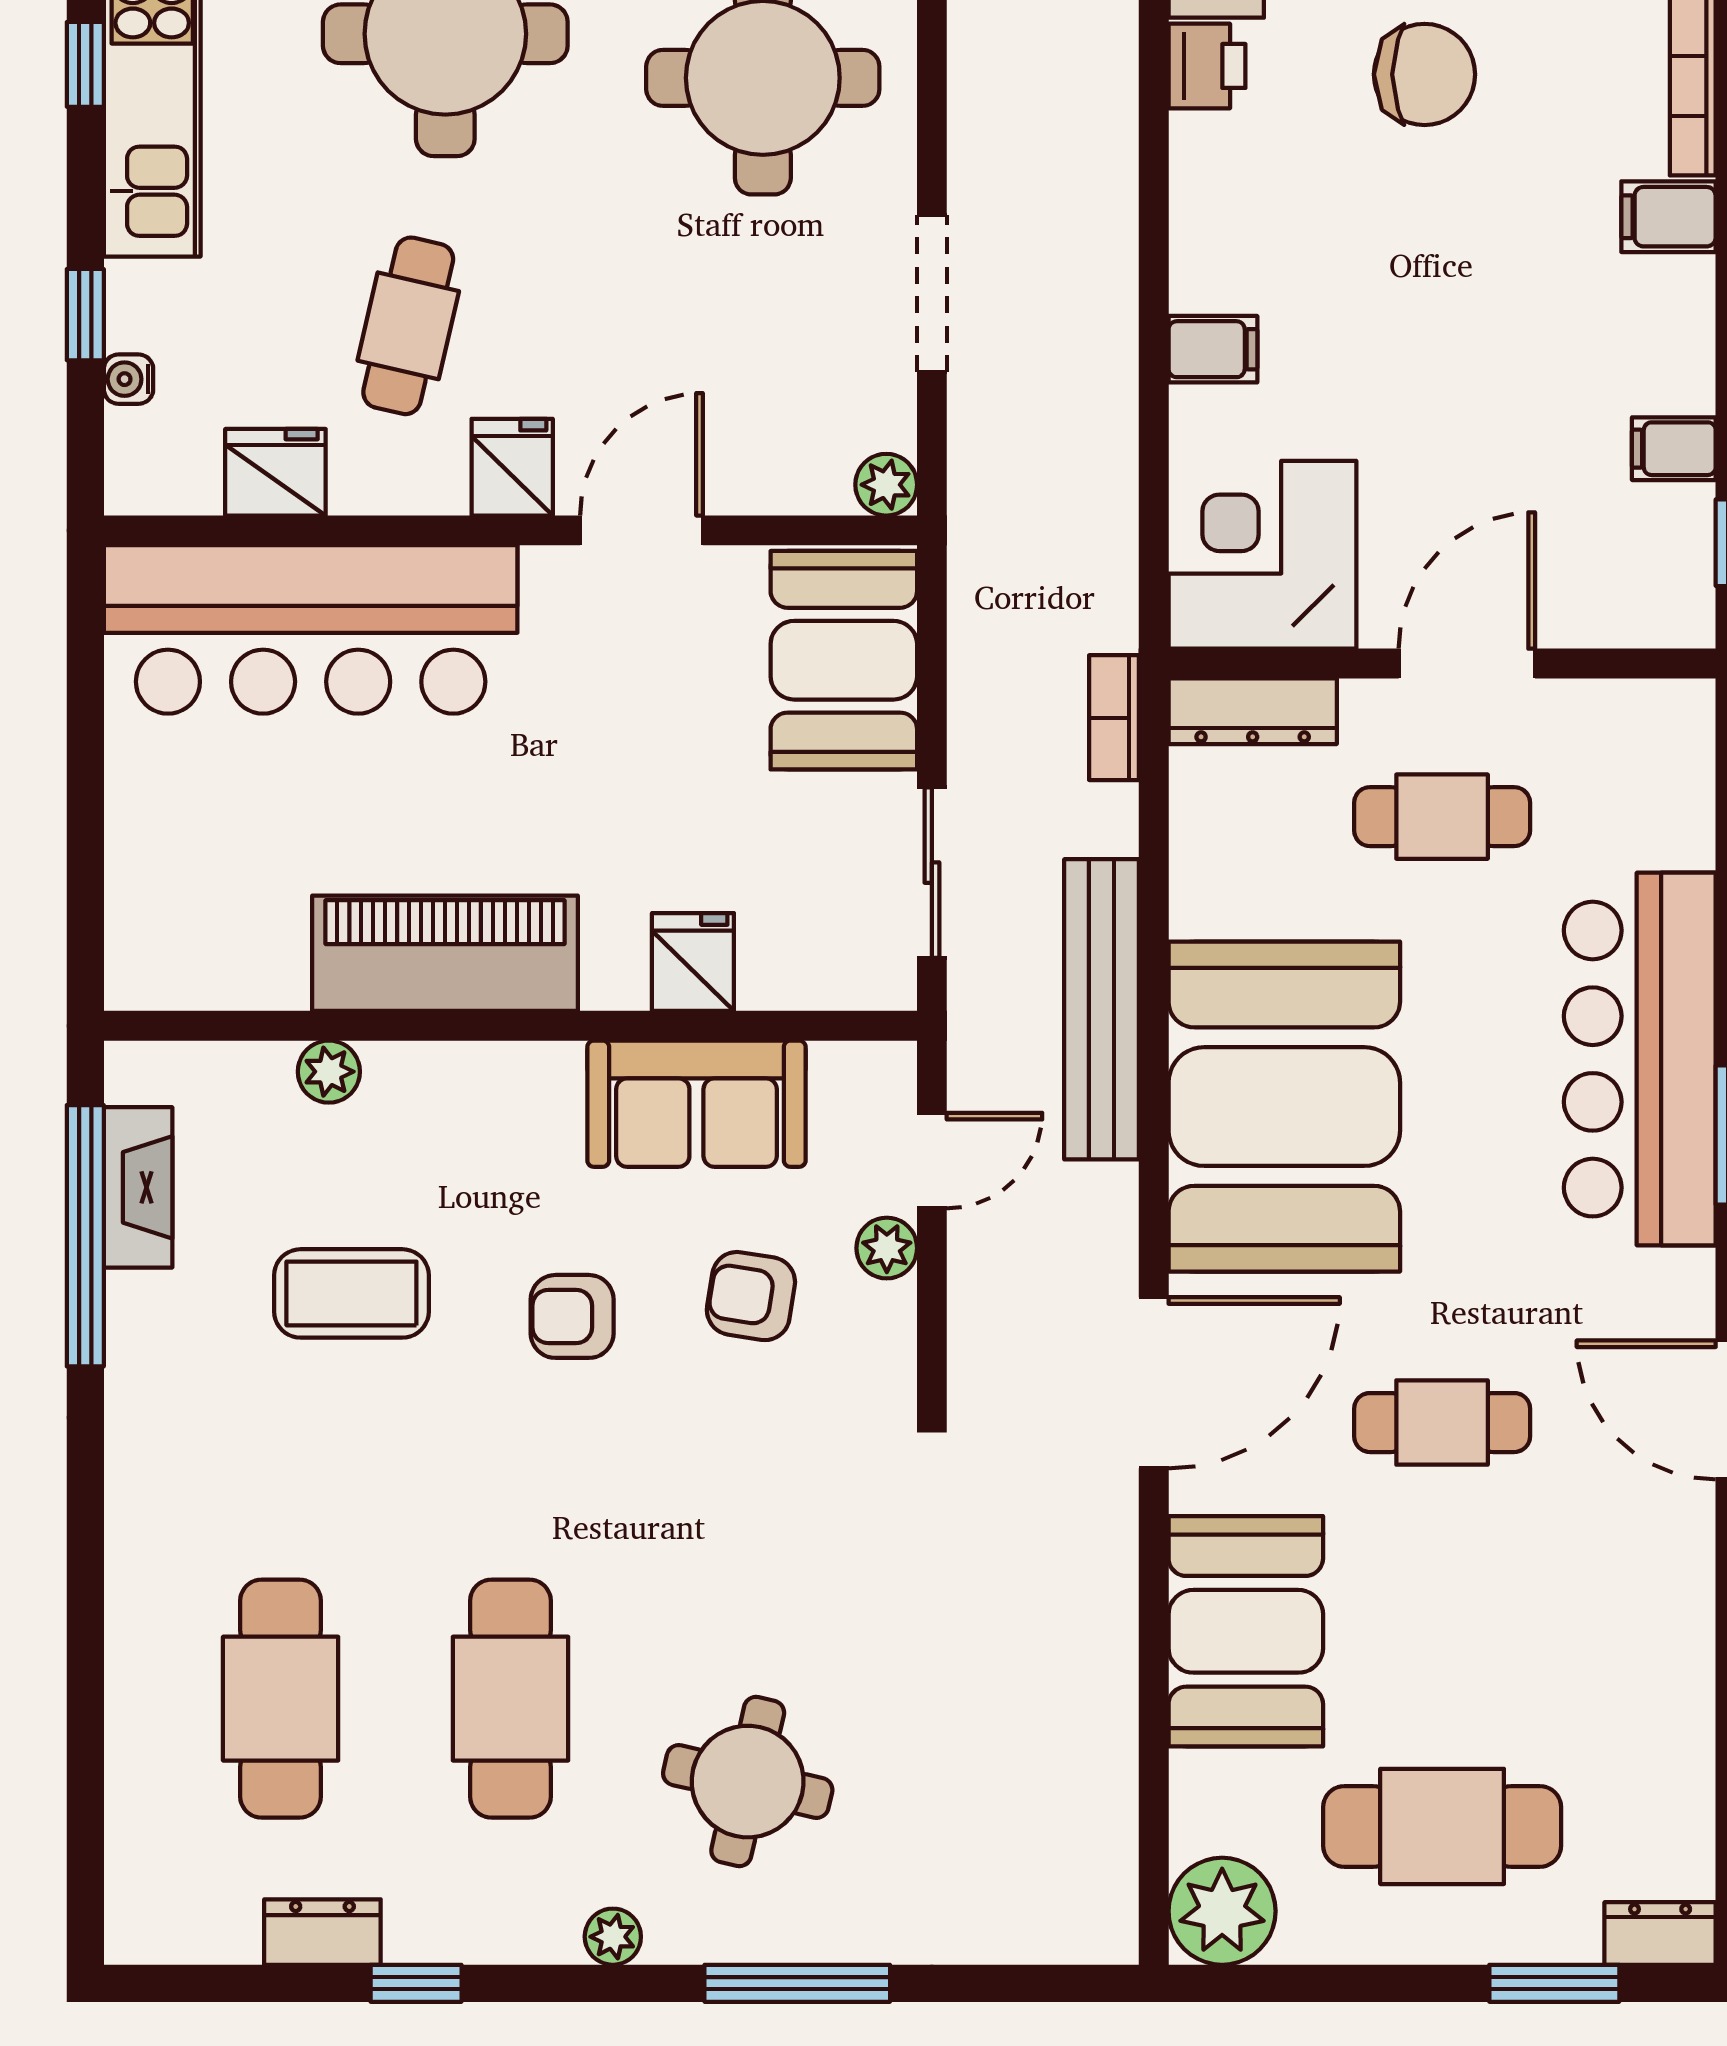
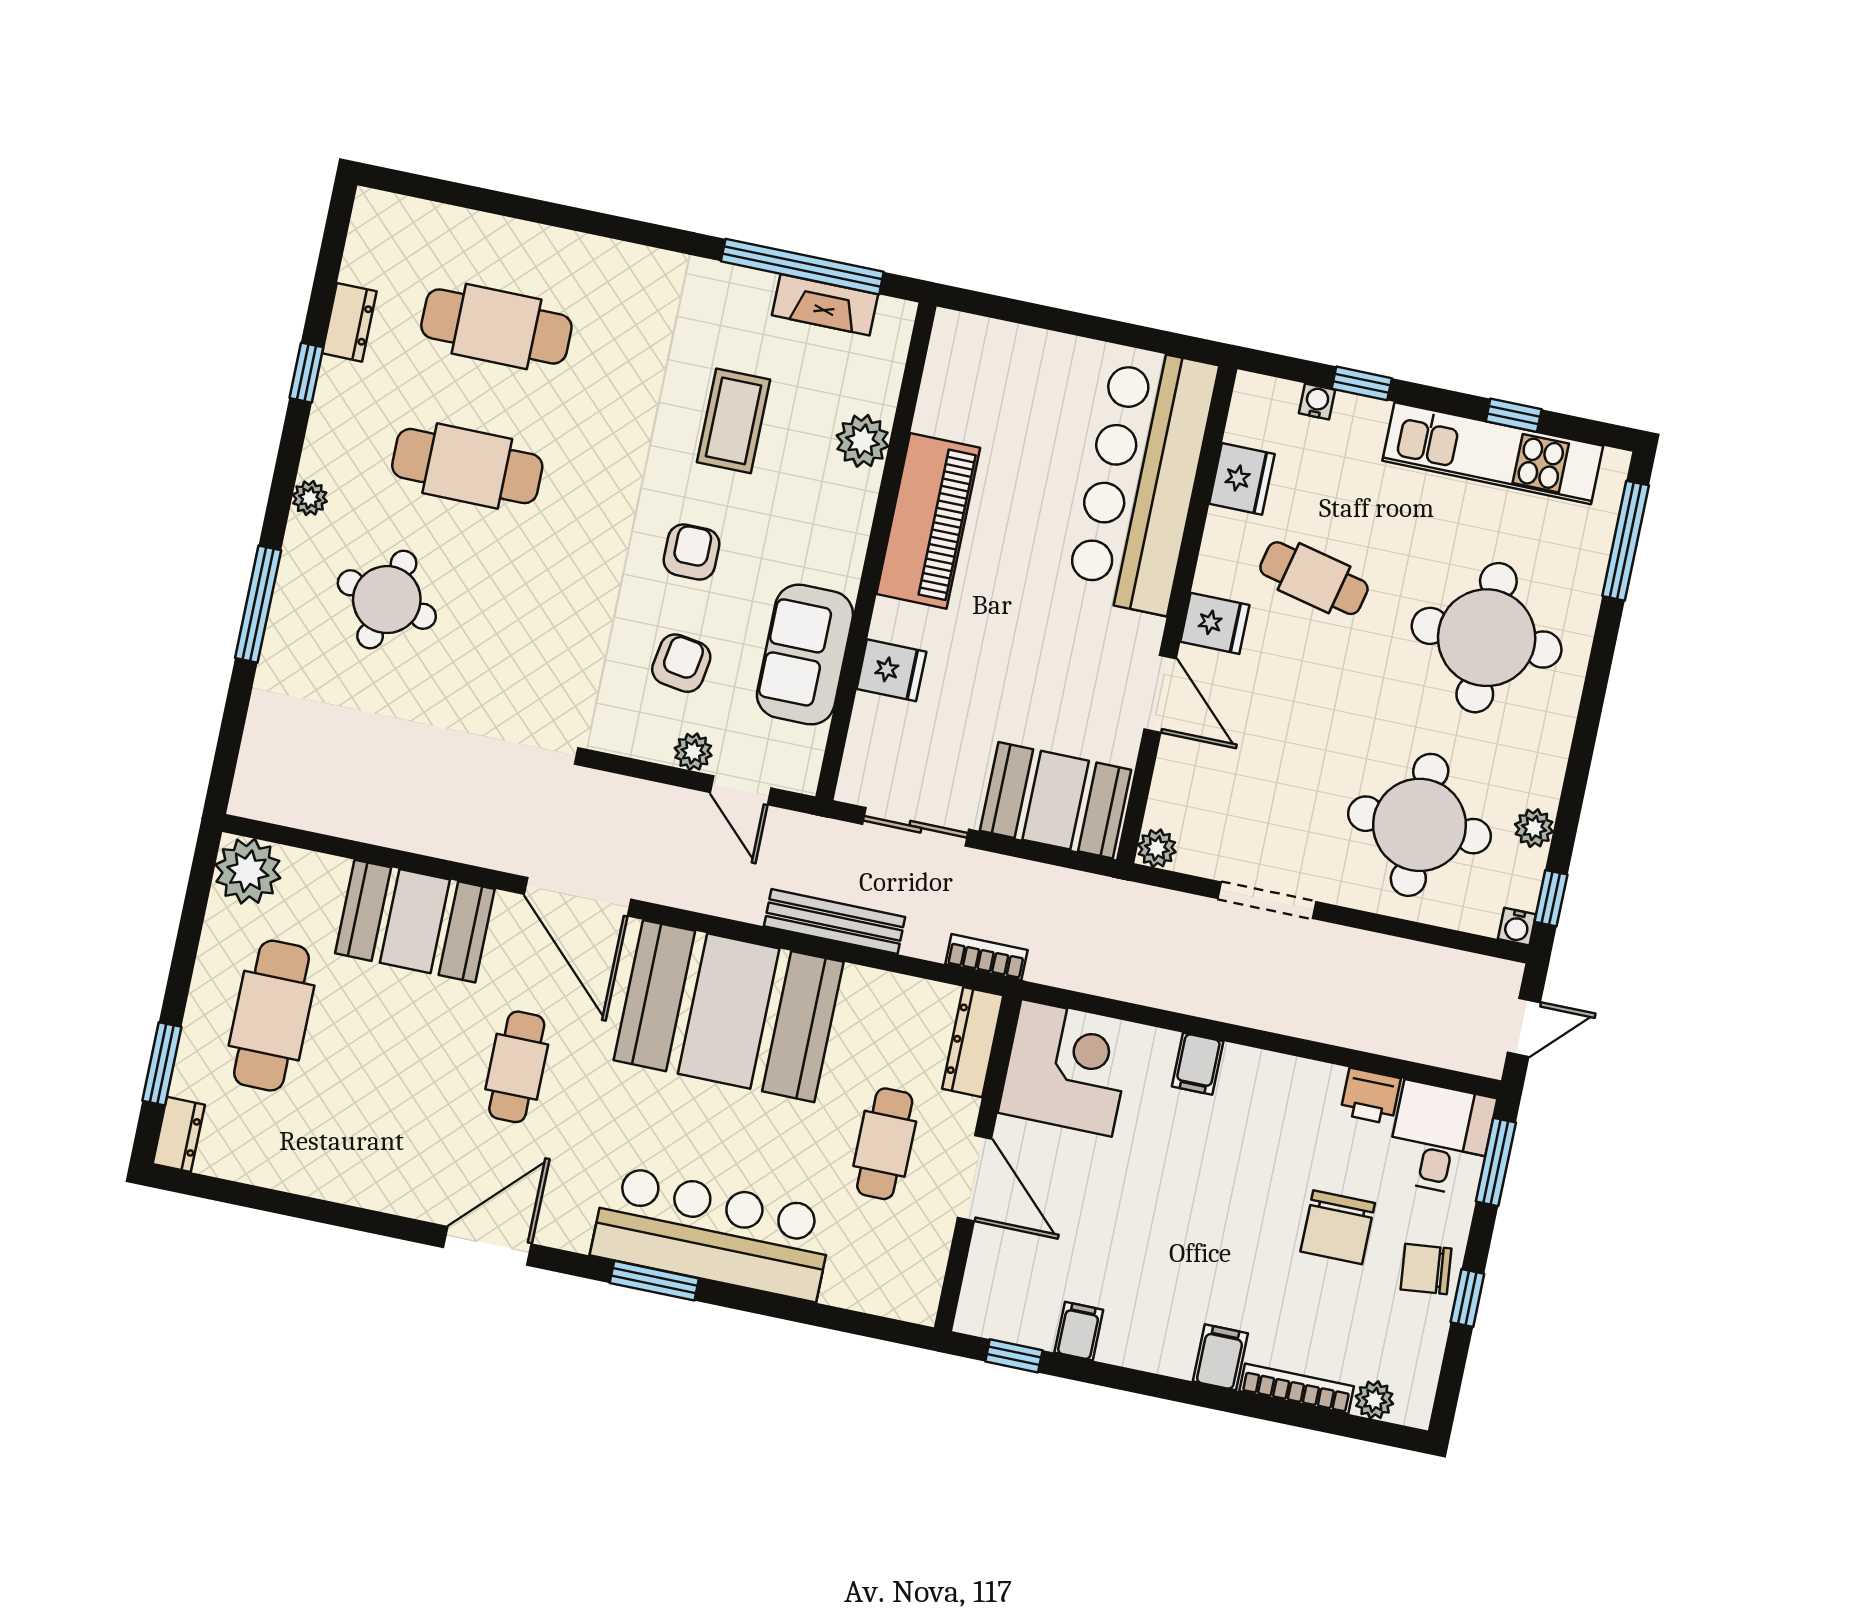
bench: (1102, 1009) -> (835, 922), width x0.73, depth x0.82
plant: (329, 1072) -> (863, 441), width x1.38, depth x1.38

